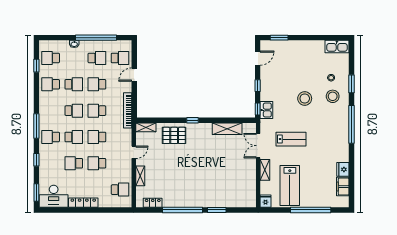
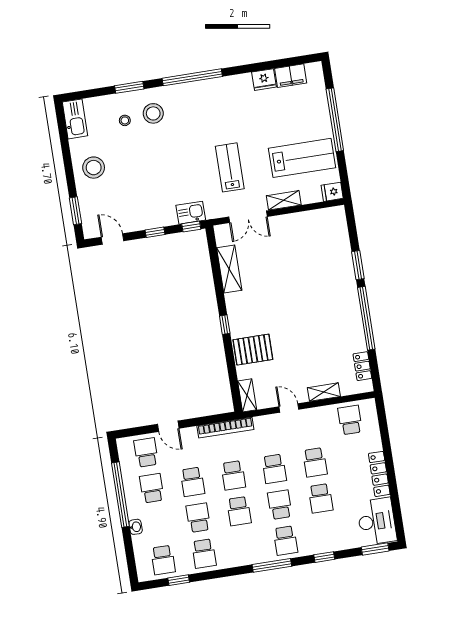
stool: (305, 99) -> (94, 168), moved
school desk: (74, 111) -> (239, 511), turned 180
pallet: (174, 135) -> (253, 350), turned 90

